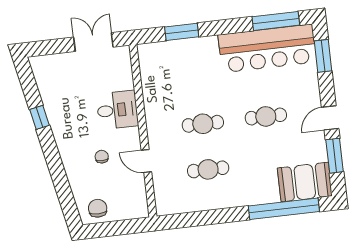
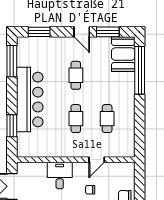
bar counter: (267, 48) -> (30, 100), moved

